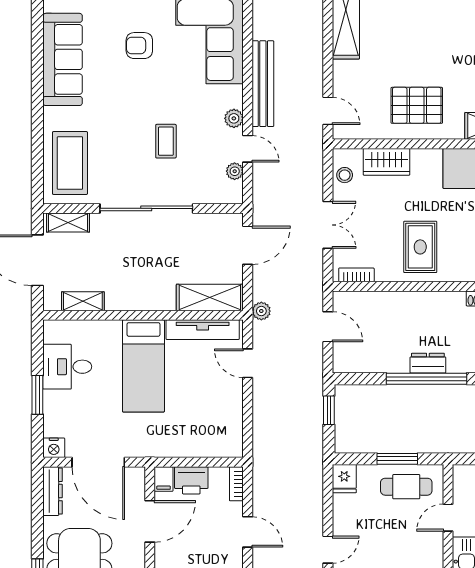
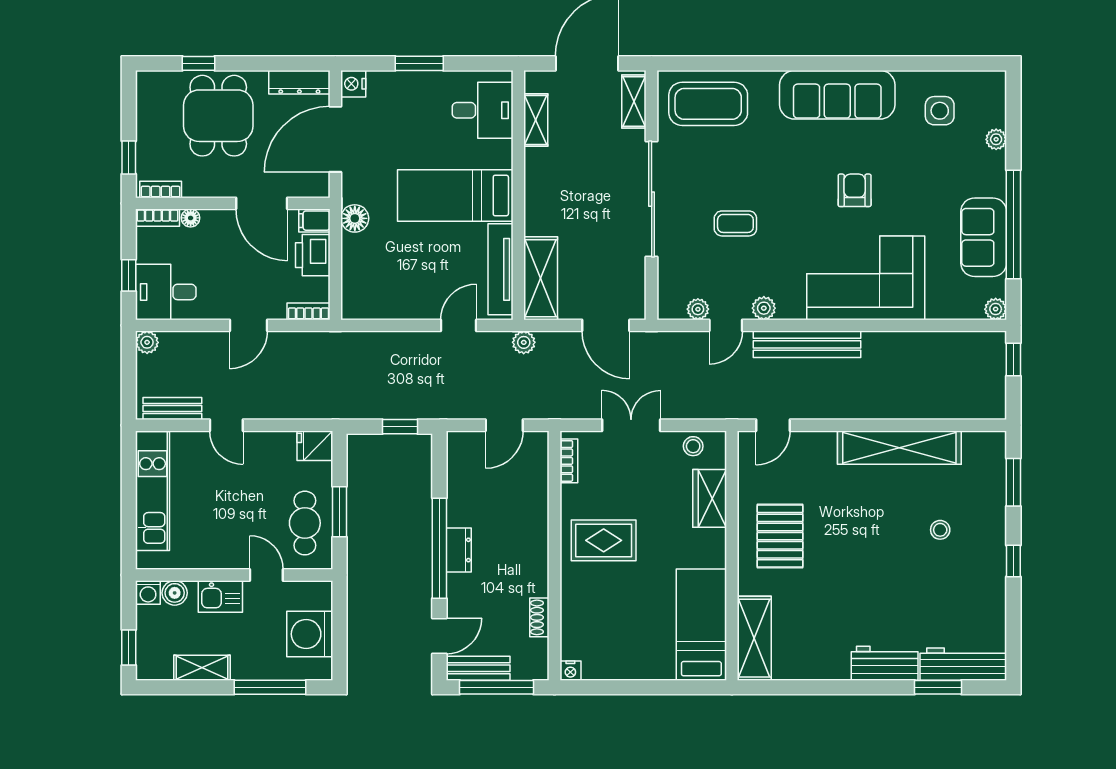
double door: (328, 225) -> (631, 425), swing flipped
desk: (67, 367) -> (483, 110), moved, turned 90
floor lamp: (162, 447) -> (355, 218), added

